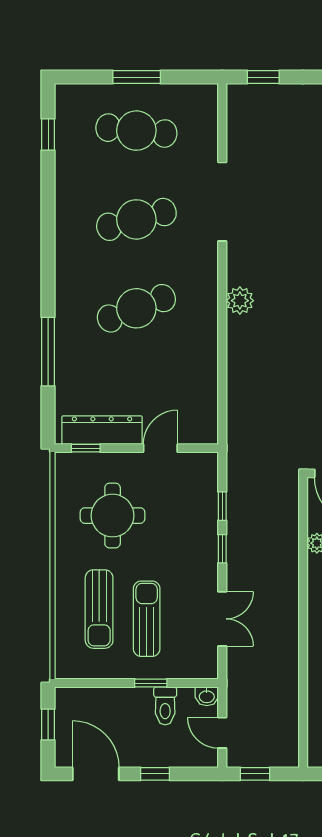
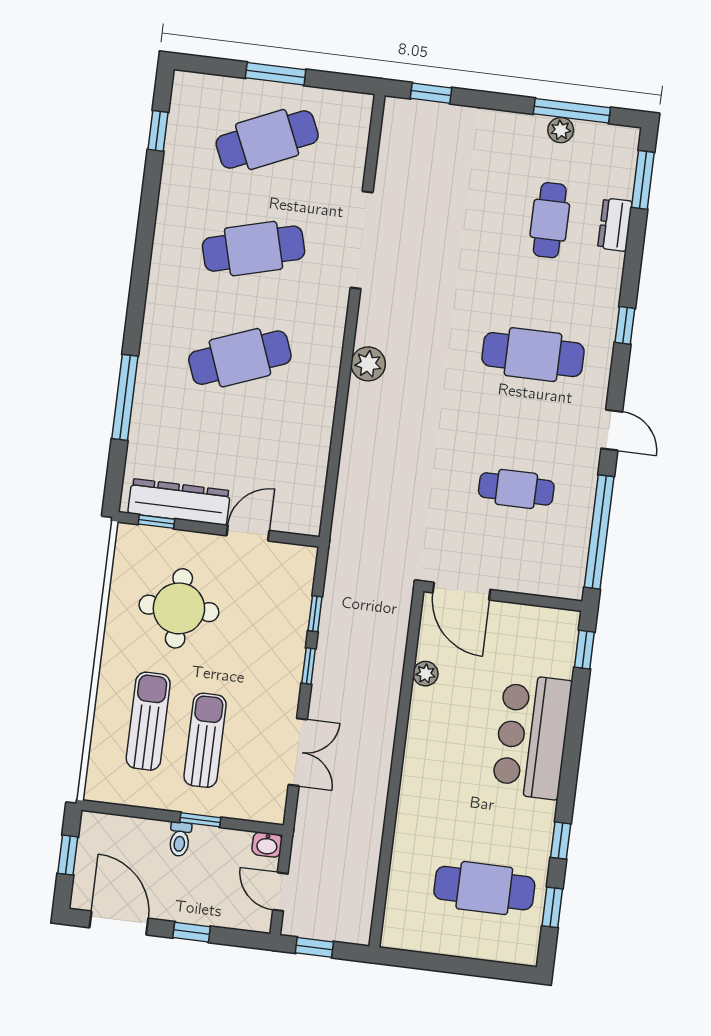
cafe table: (136, 131) -> (267, 140), turned -30
sun lounger: (99, 609) -> (148, 721), turned 180
toilet: (165, 706) -> (180, 839), moved, width x0.73, depth x0.72

